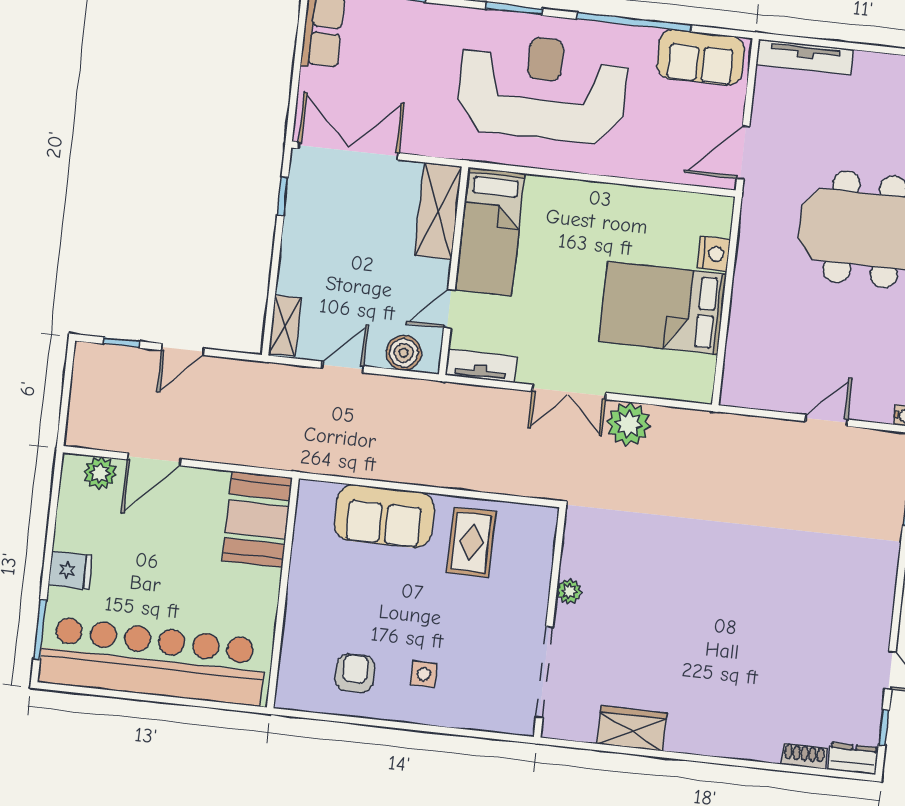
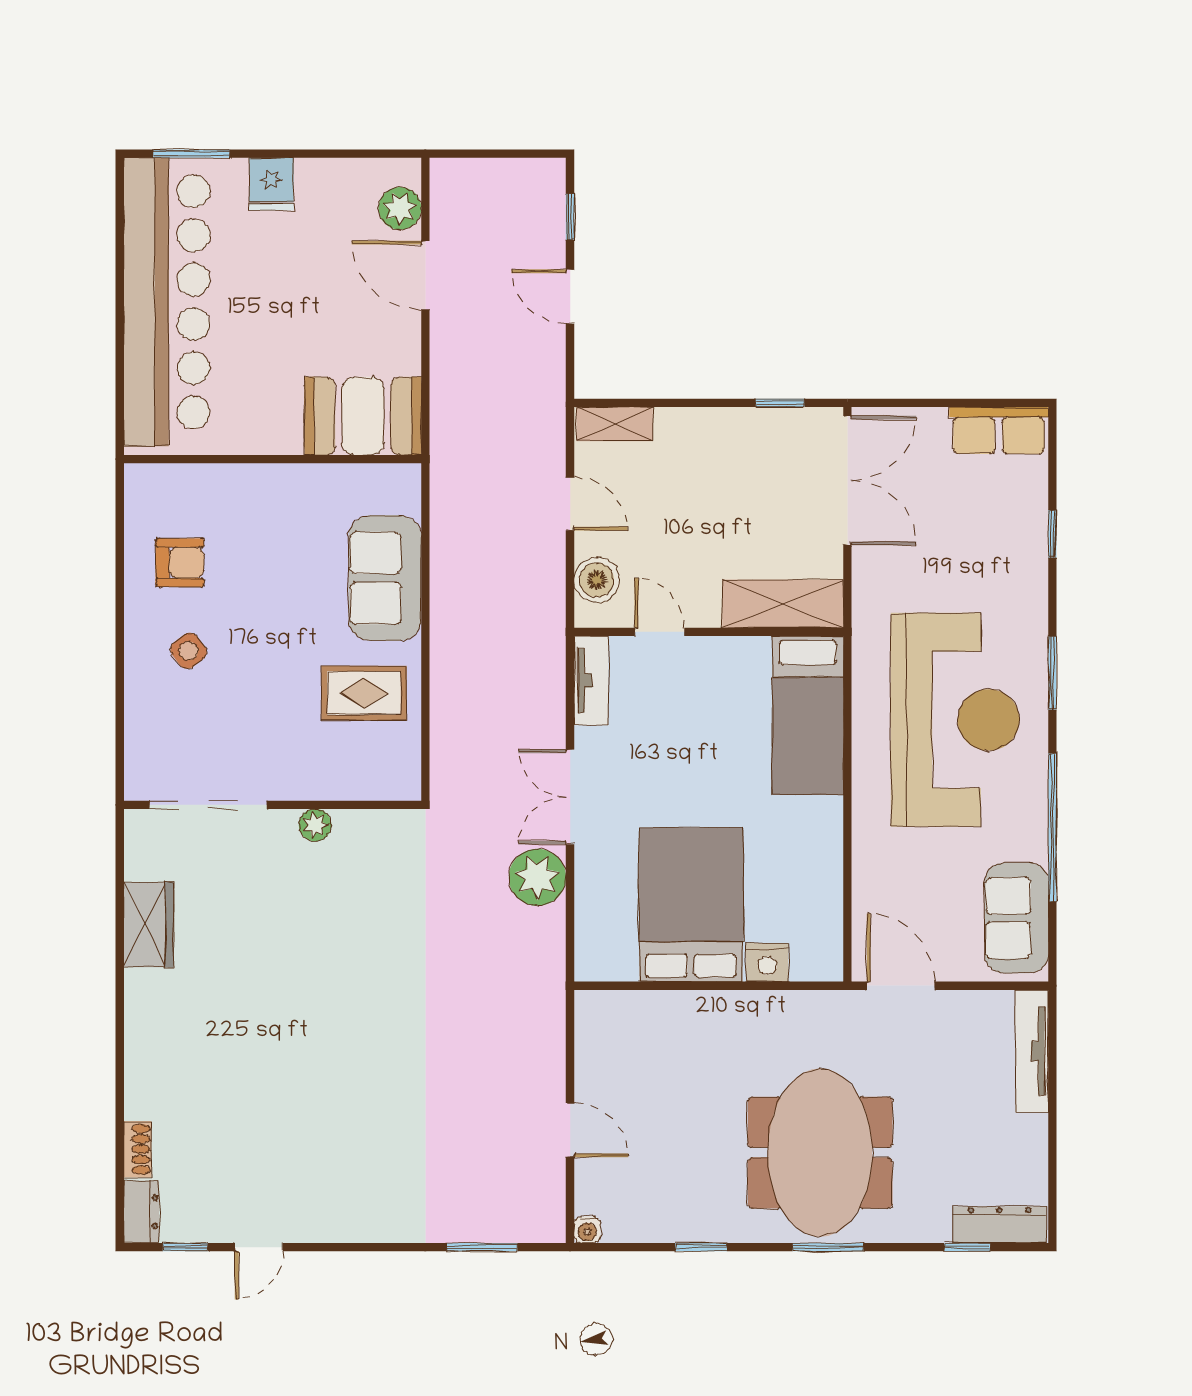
bed: (491, 232) -> (808, 715), moved, turned -90
side table: (424, 674) -> (189, 651), turned -37

